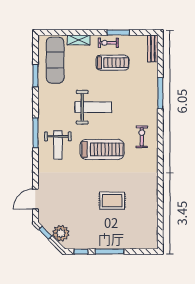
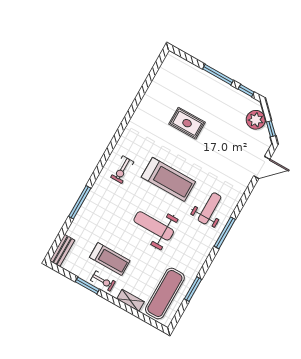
treadmill: (113, 63) -> (110, 259), turned 180
treadmill: (102, 149) -> (168, 179), turned 180

